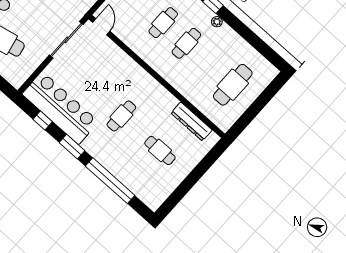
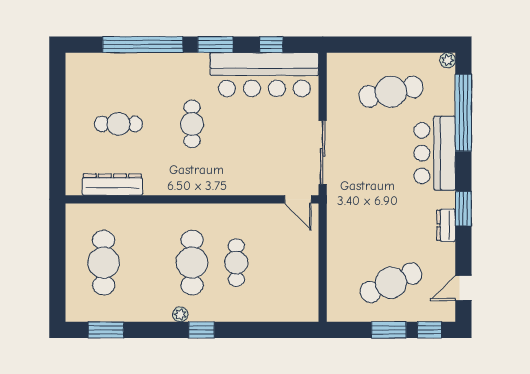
cafe table: (186, 43) -> (192, 263), width x1.37, depth x1.35
window: (263, 48) -> (106, 330), added

